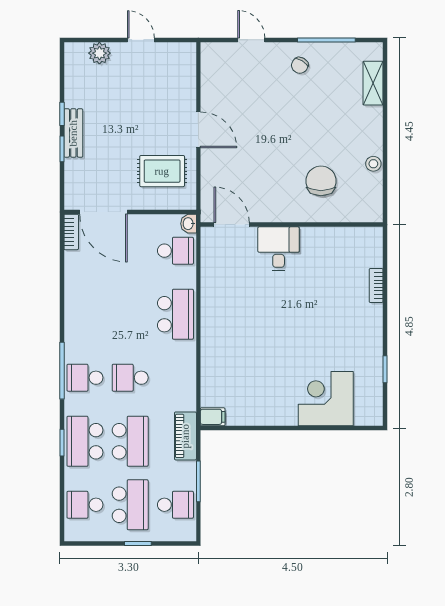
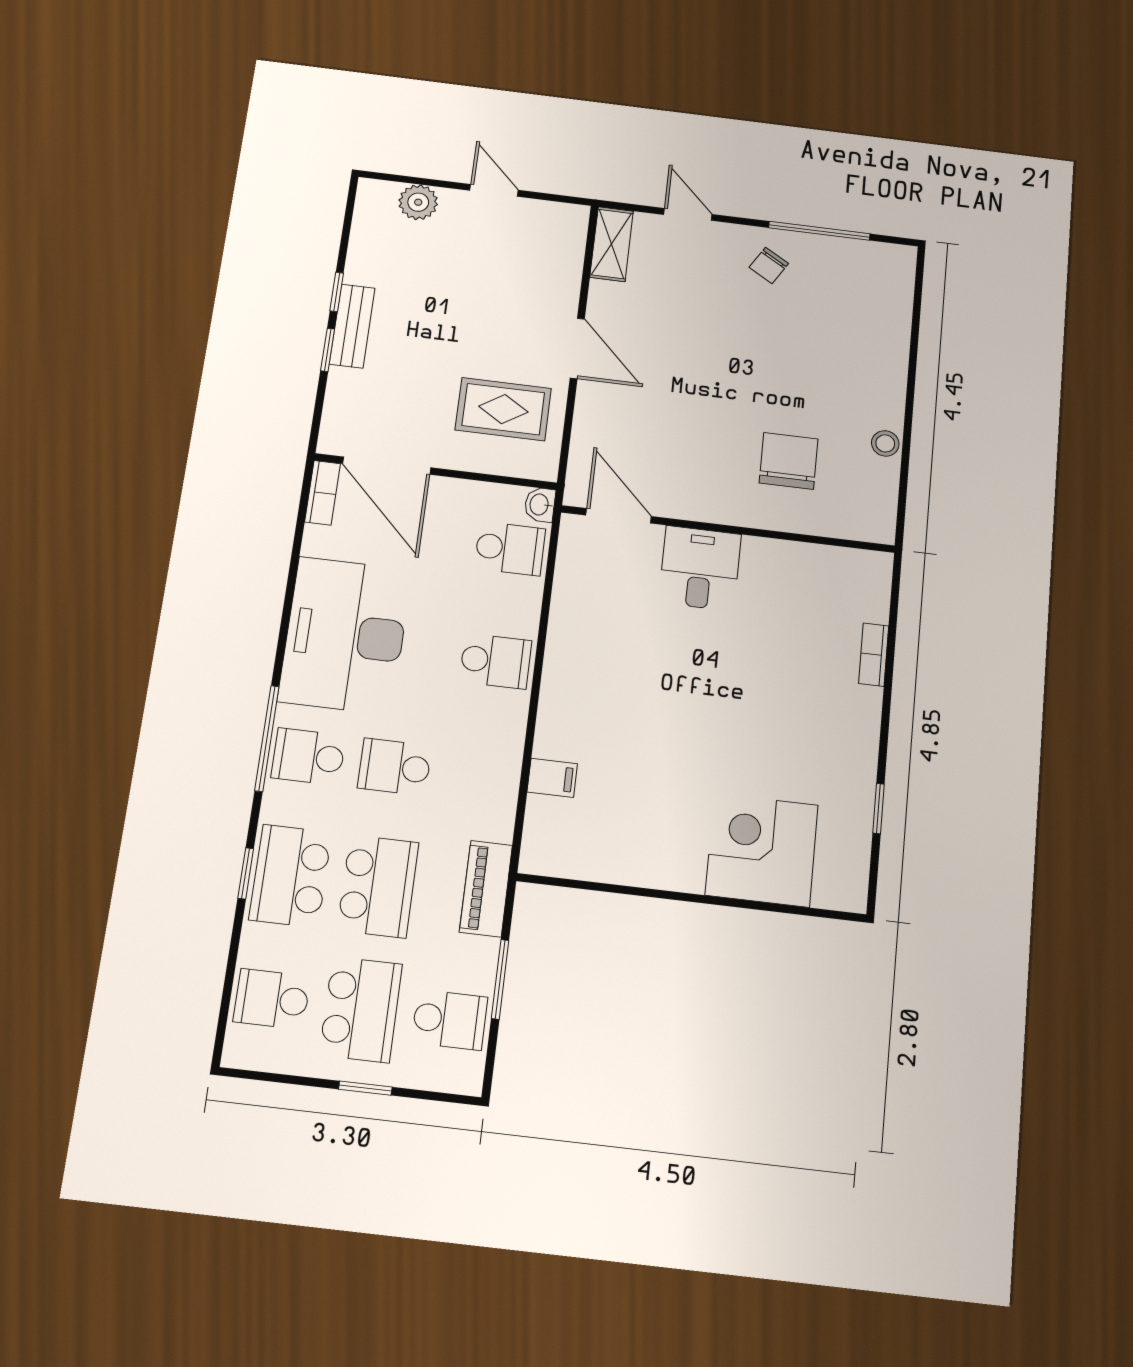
shelving: (373, 83) -> (612, 244), moved
desk: (95, 310) -> (345, 635), added
school desk: (175, 314) -> (495, 661), width x0.54
filing cabinet: (213, 417) -> (552, 778), moved

